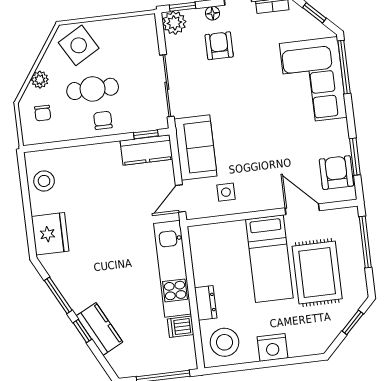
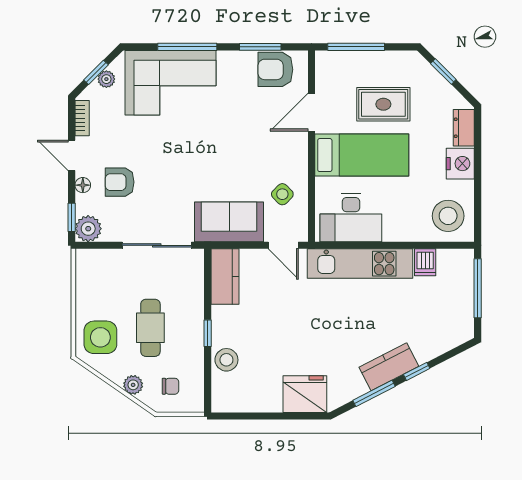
plant: (310, 23) -> (106, 79), added
side table: (79, 45) -> (100, 337), turned 30
window: (344, 67) -> (187, 47), moved
chair: (103, 120) -> (186, 321), removed
window: (146, 134) -> (208, 333), moved
stool: (44, 181) -> (226, 360), moved
side table: (226, 192) -> (282, 194), turned 45
desk: (212, 256) -> (351, 218), added
rug: (317, 273) -> (383, 104), width x0.73, depth x0.70
dresser: (206, 303) -> (464, 128), moved, turned -90
kitchen counter: (99, 329) -> (389, 367), moved

